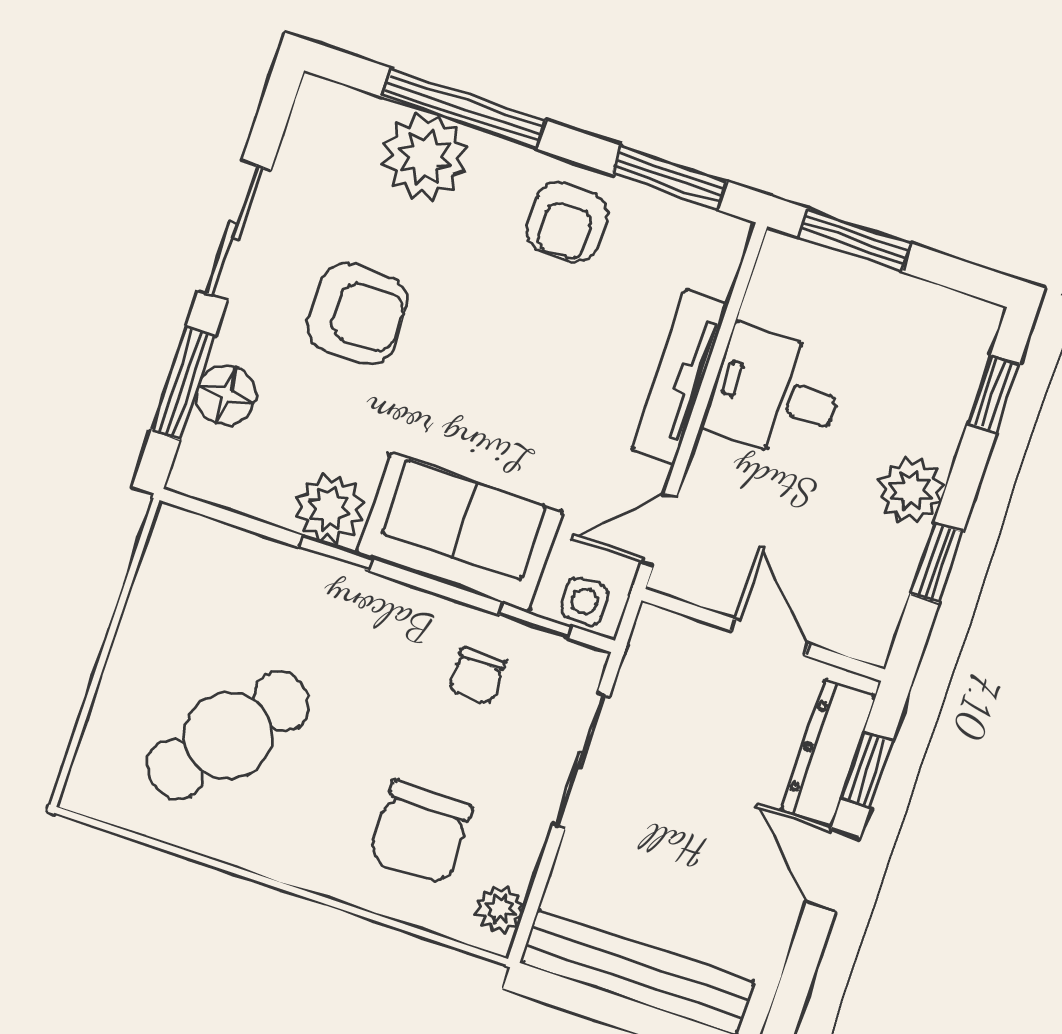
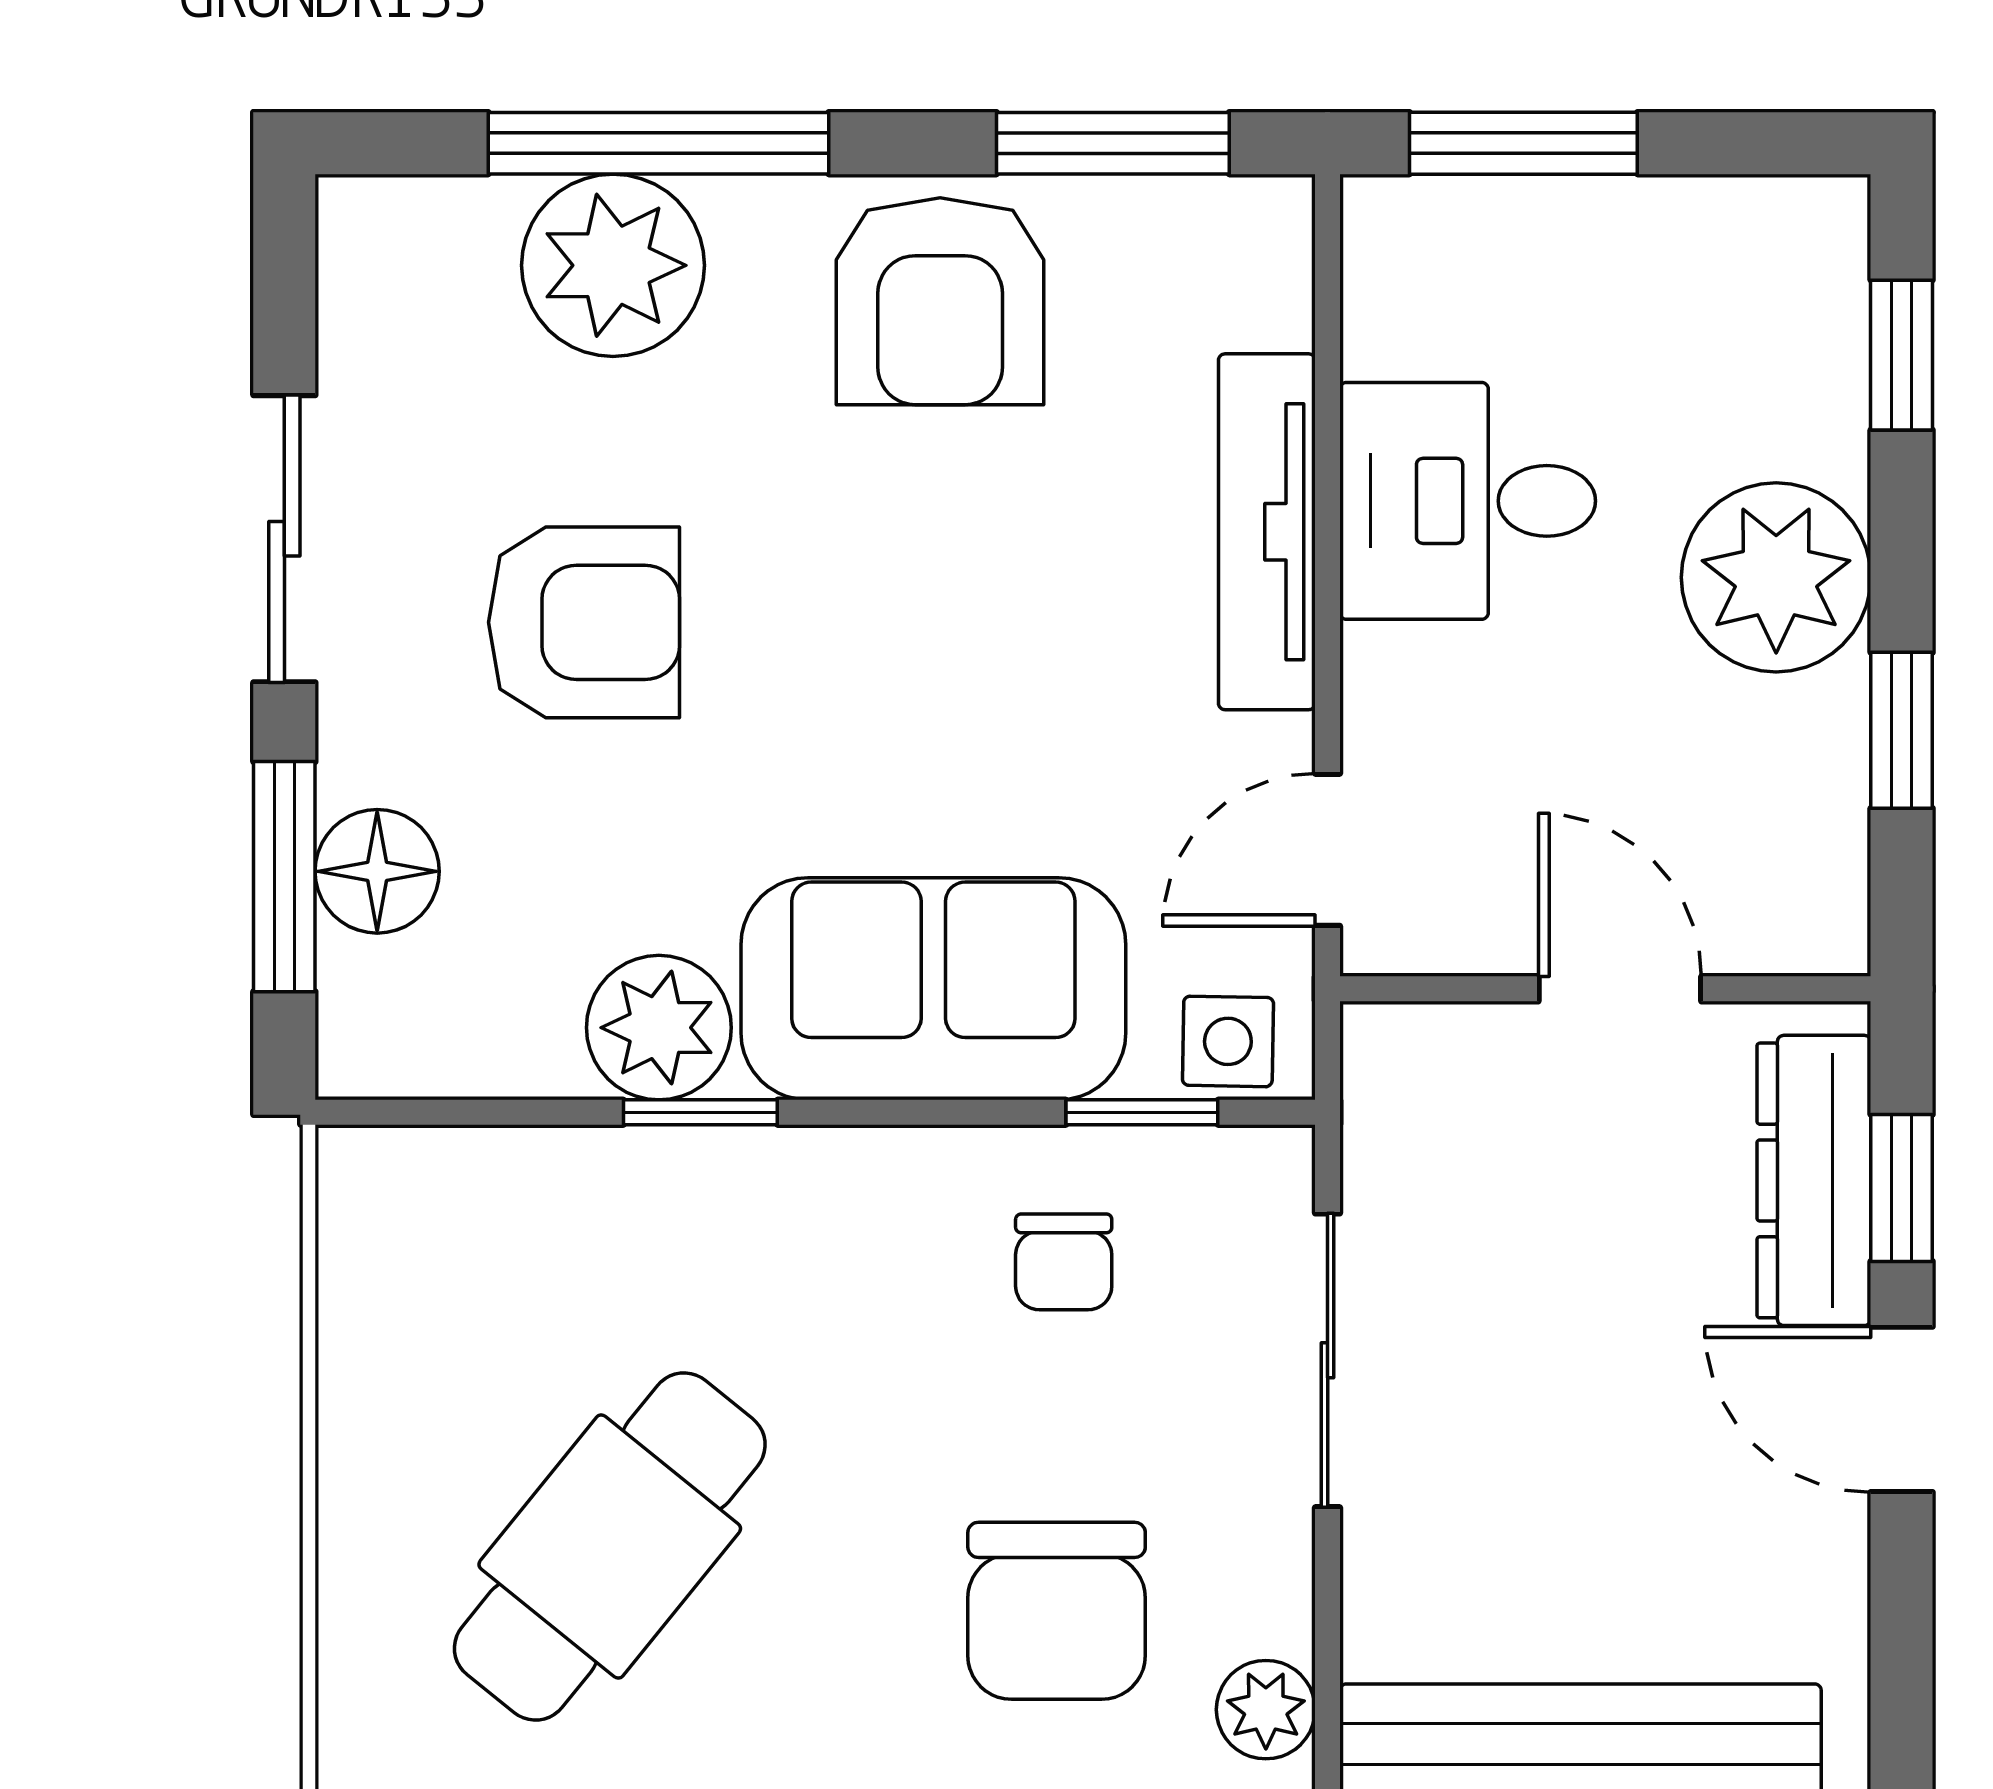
armchair: (567, 223) -> (940, 301), width x1.38, depth x1.38
plant: (911, 490) -> (1776, 577), width x1.36, depth x1.36

